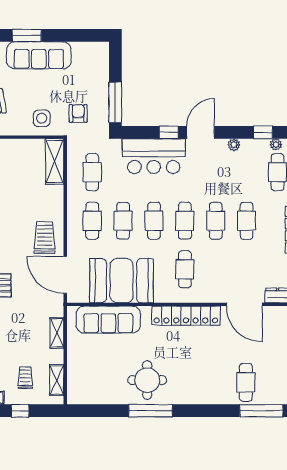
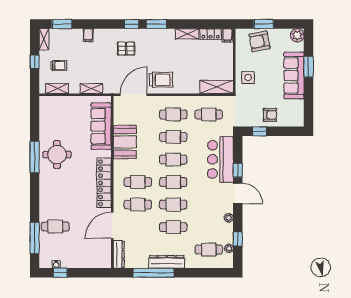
window: (115, 102) -> (260, 131), width x0.46
armchair: (78, 113) -> (270, 115), moved
cafe table: (216, 269) -> (138, 205), added
booth: (122, 281) -> (125, 142), width x0.73, depth x0.70

